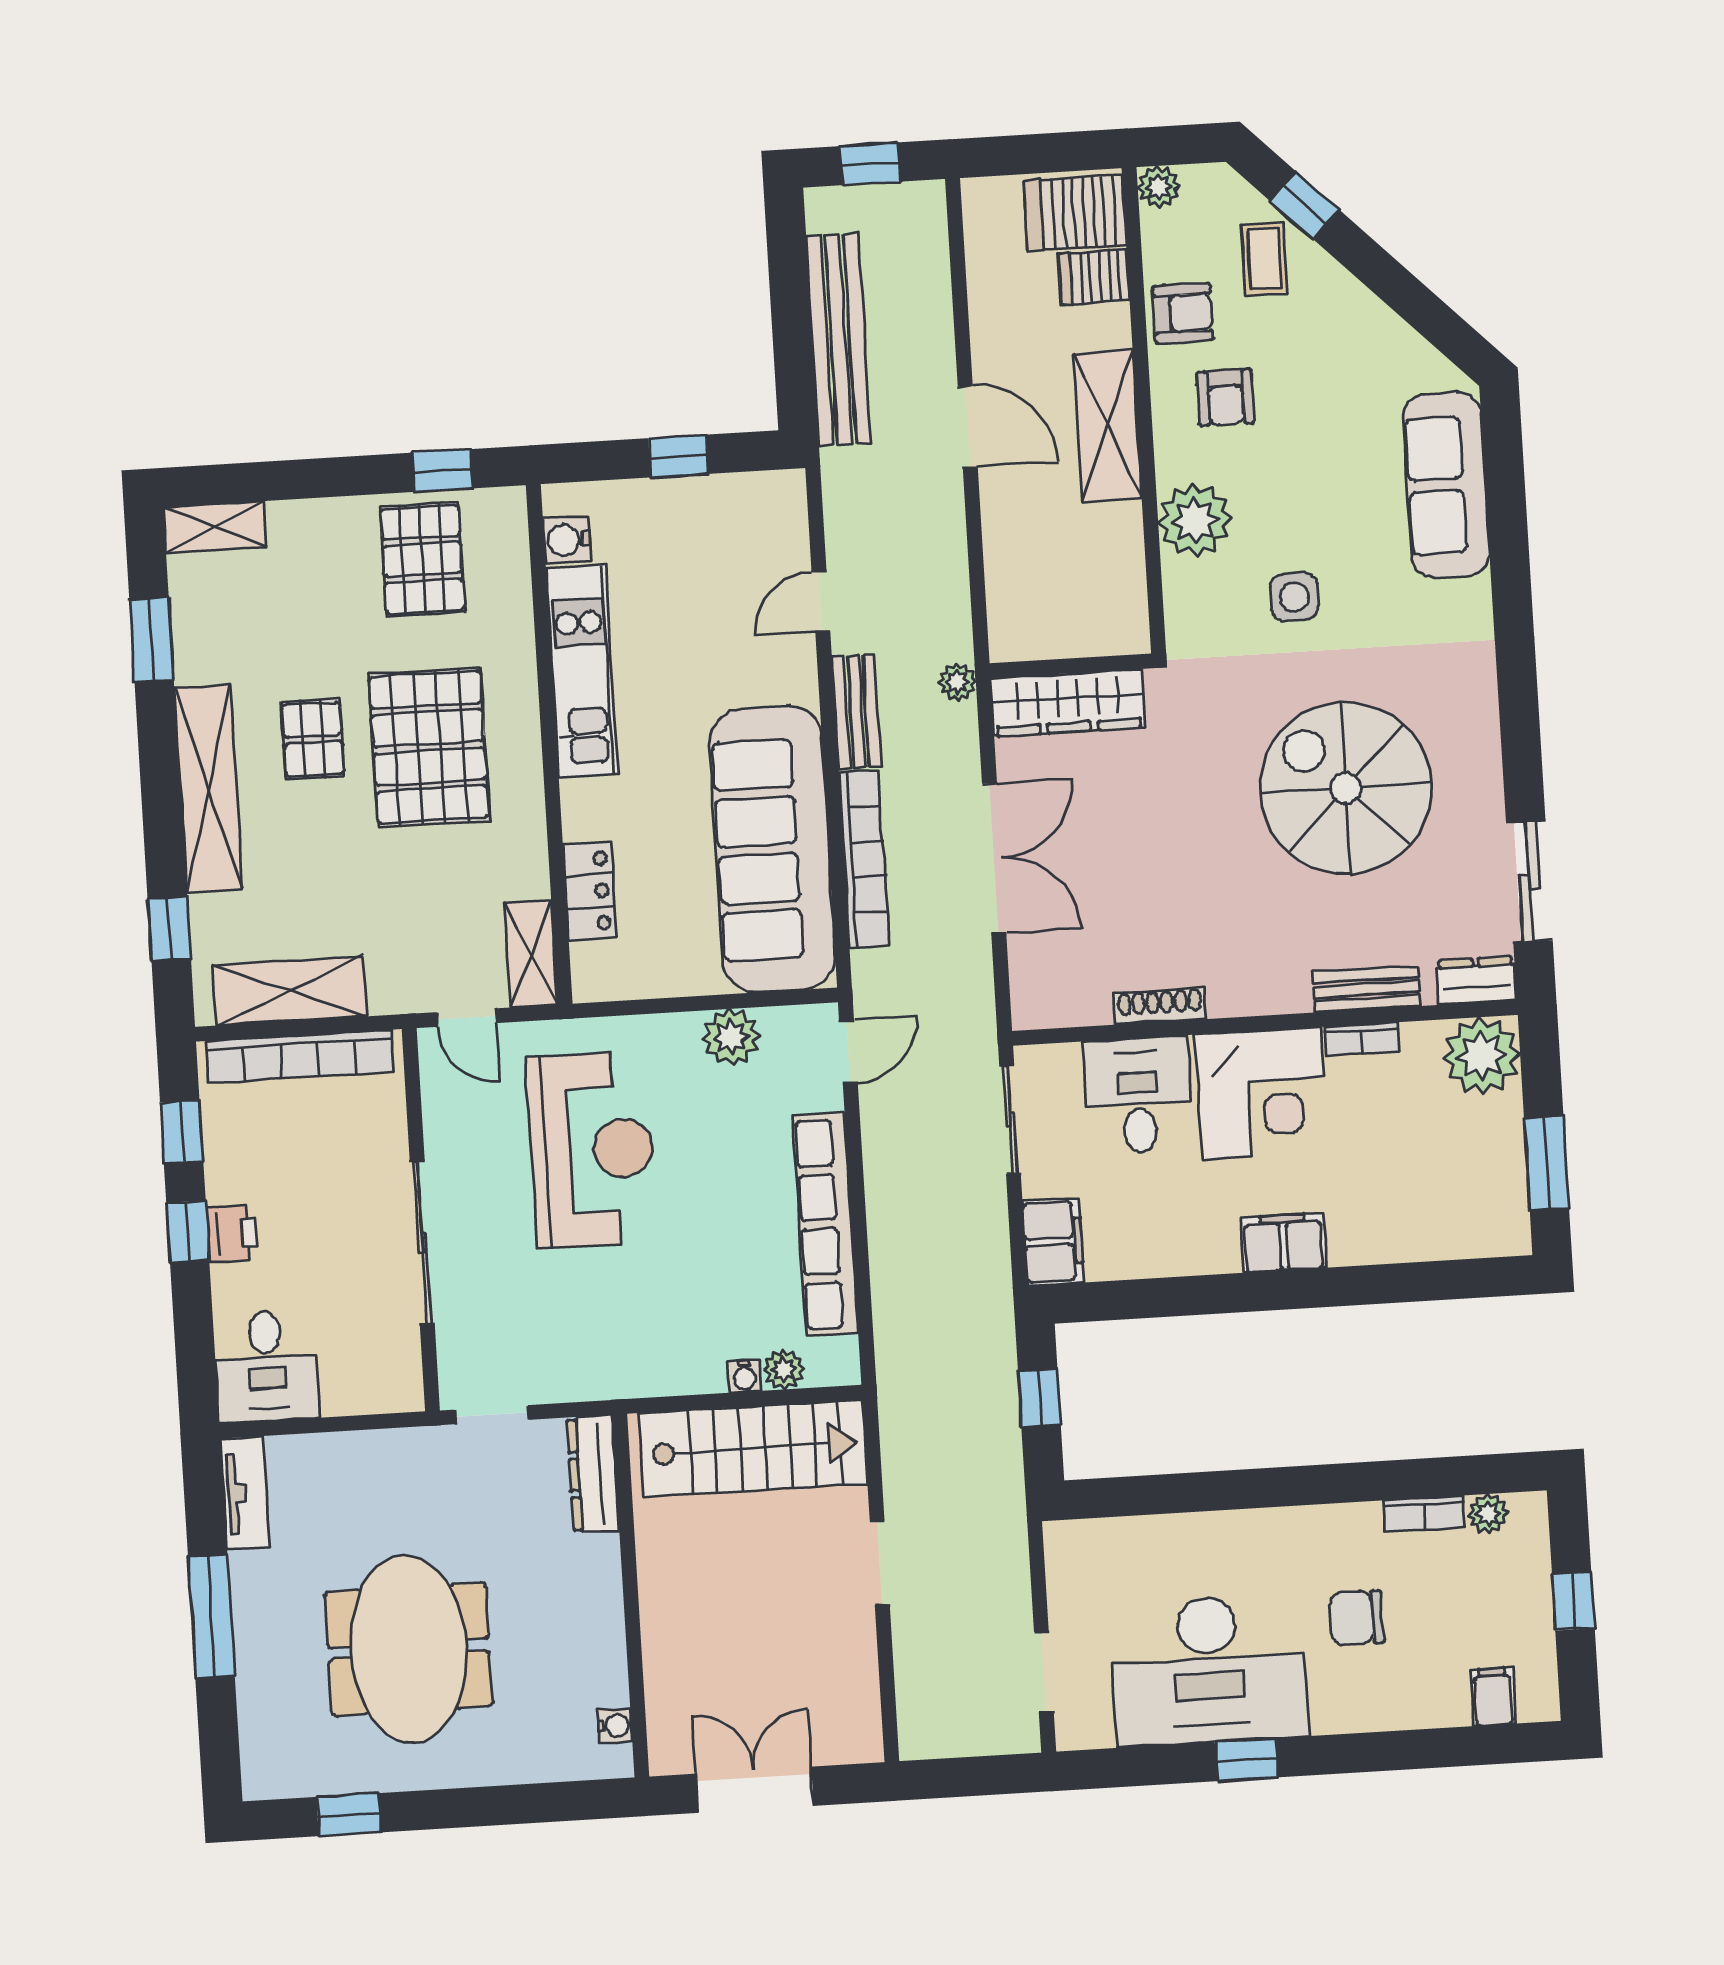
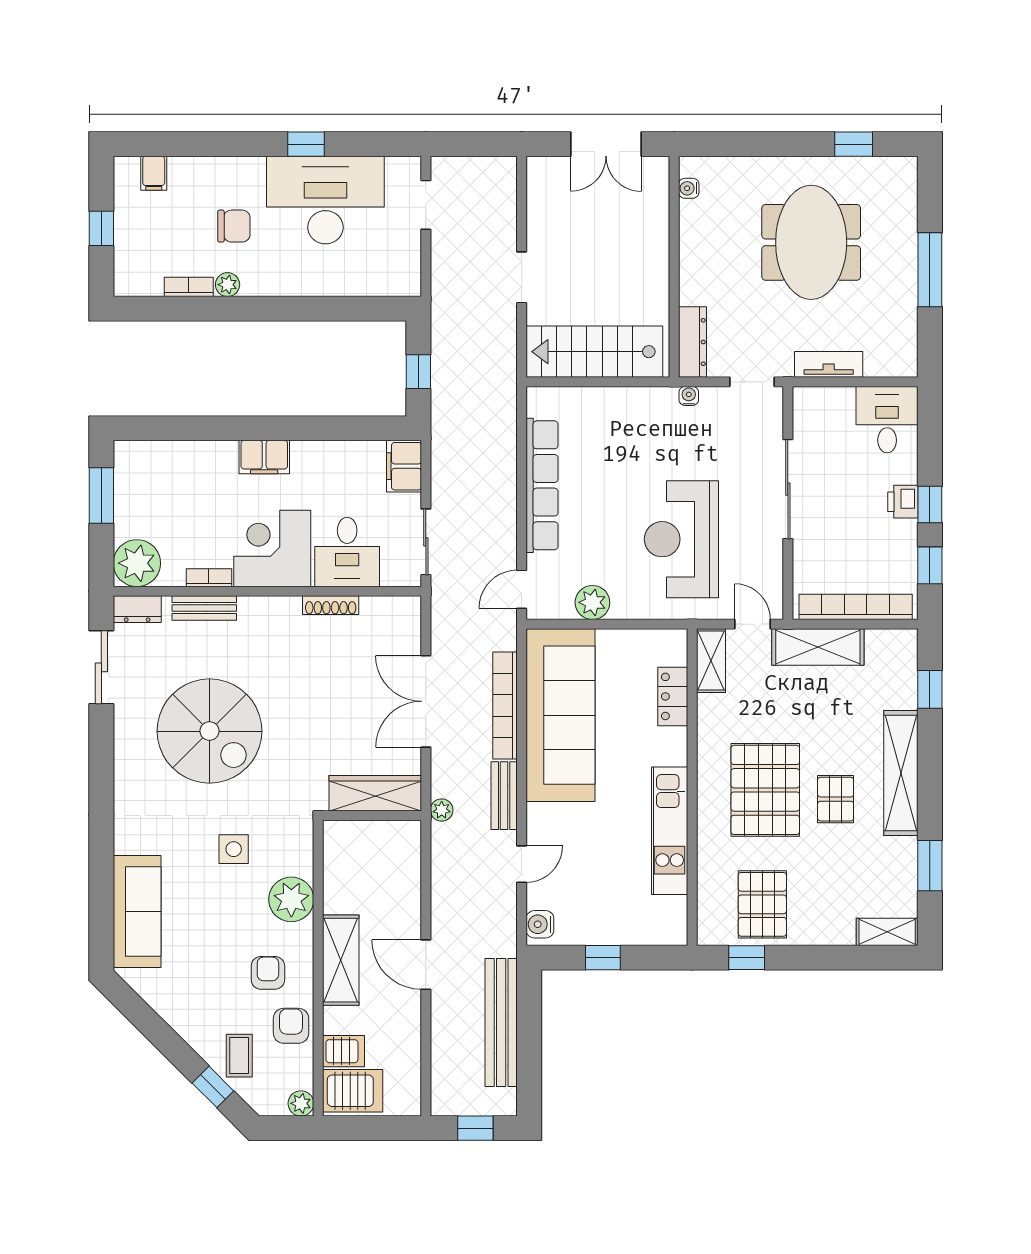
armchair: (1183, 313) -> (291, 1026), turned 90
water cooler: (567, 540) -> (540, 924), moved, turned 180
shelving: (290, 991) -> (818, 647), moved
plant: (784, 1369) -> (573, 398), removed
water cooler: (745, 1376) -> (689, 396), moved
tv unit: (245, 1493) -> (829, 364), moved, turned 90
plant: (1488, 1514) -> (228, 285), moved

